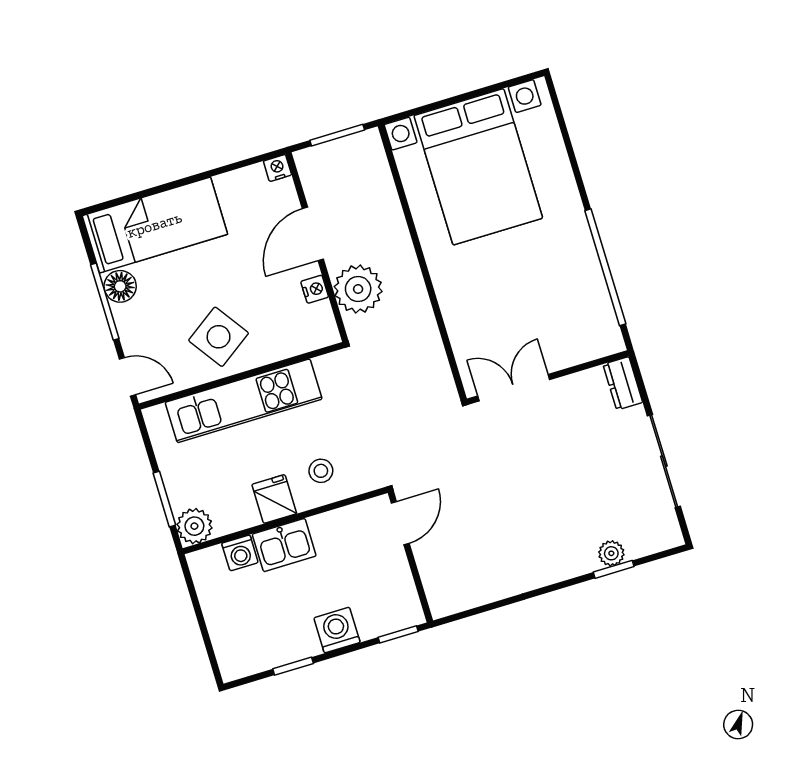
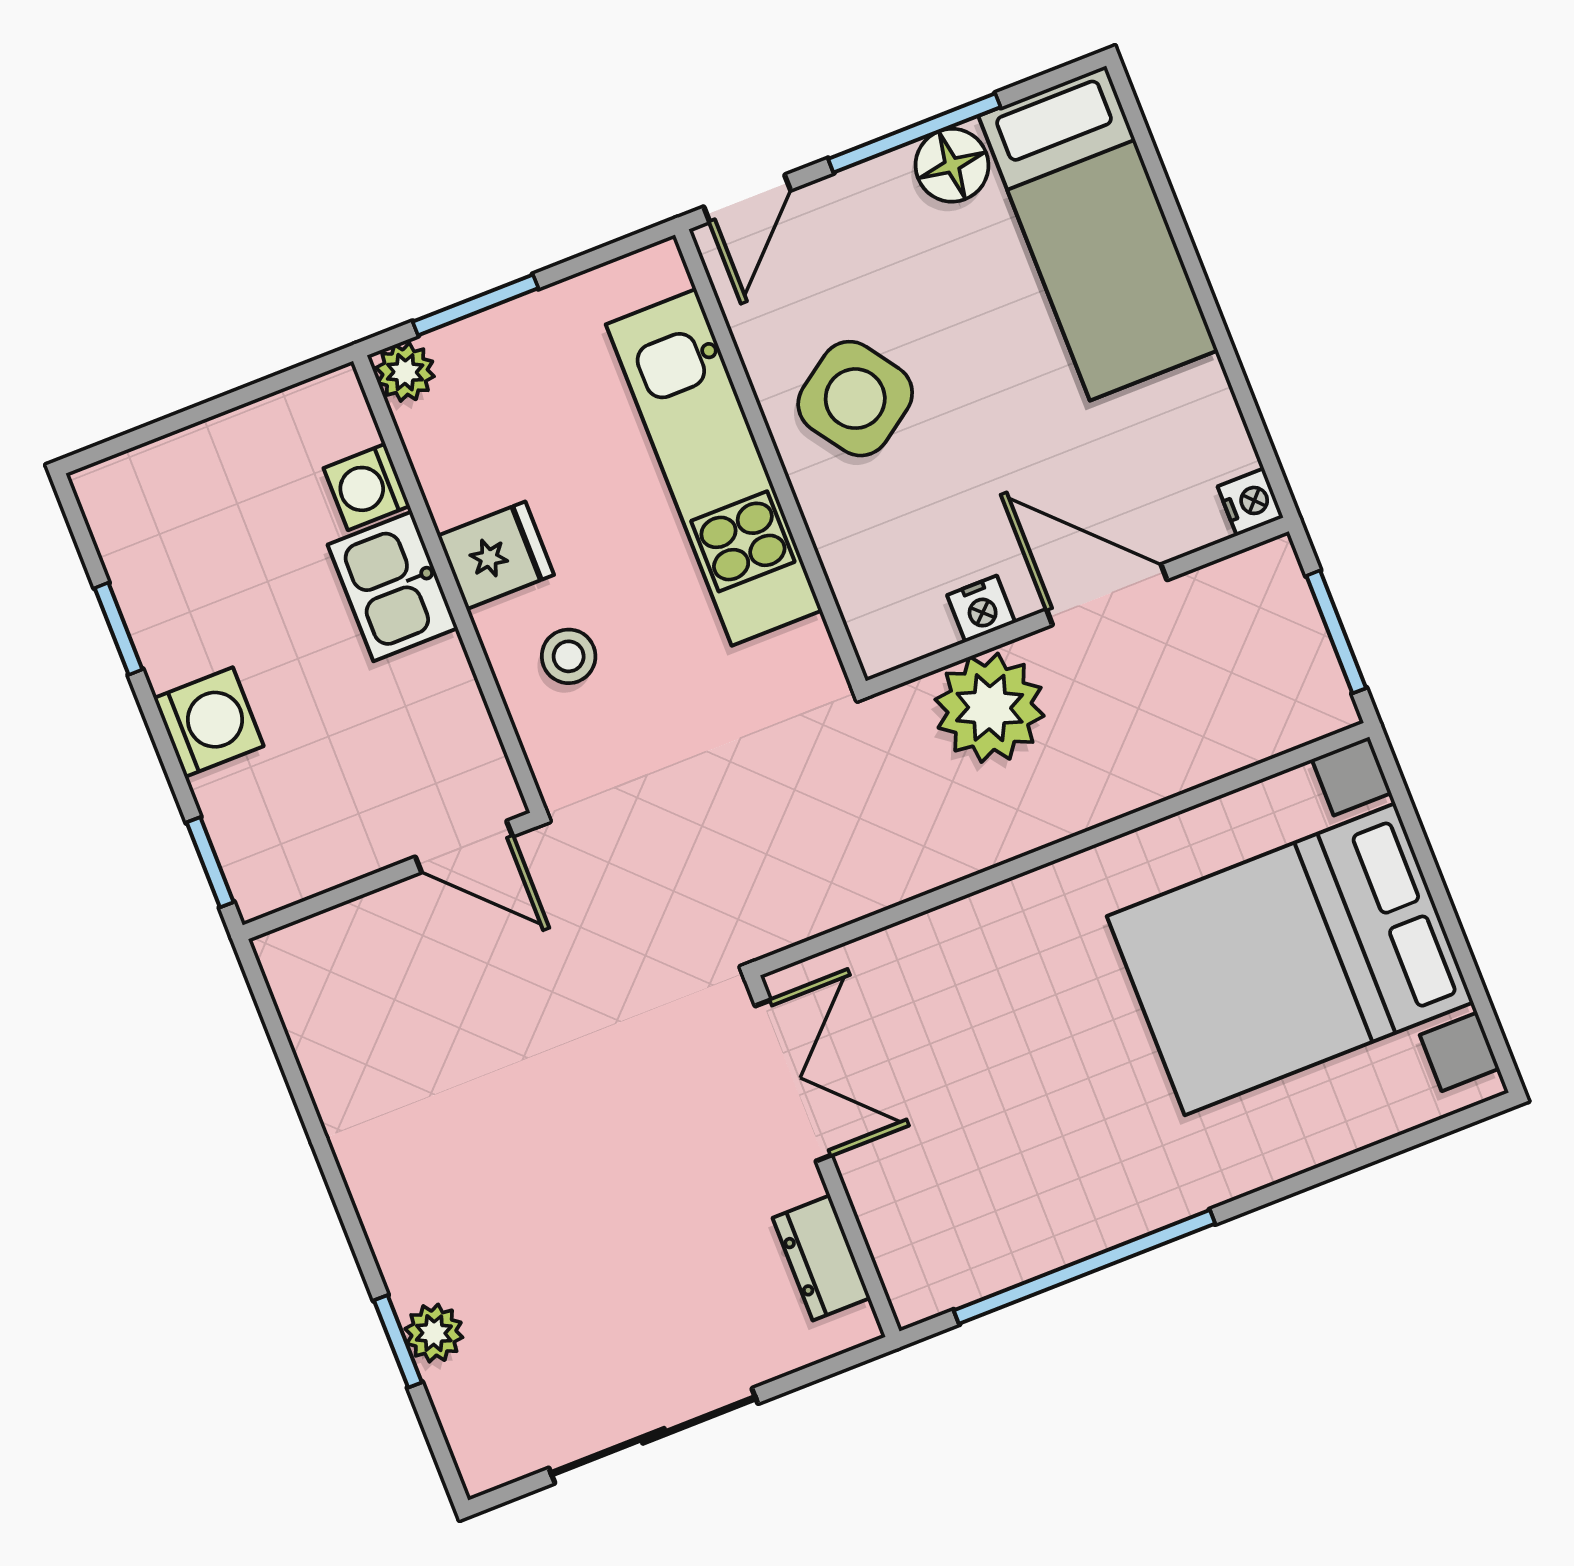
dresser: (623, 383) -> (821, 1258), moved, turned -90
plant: (194, 526) -> (405, 372), width x0.73, depth x0.73

